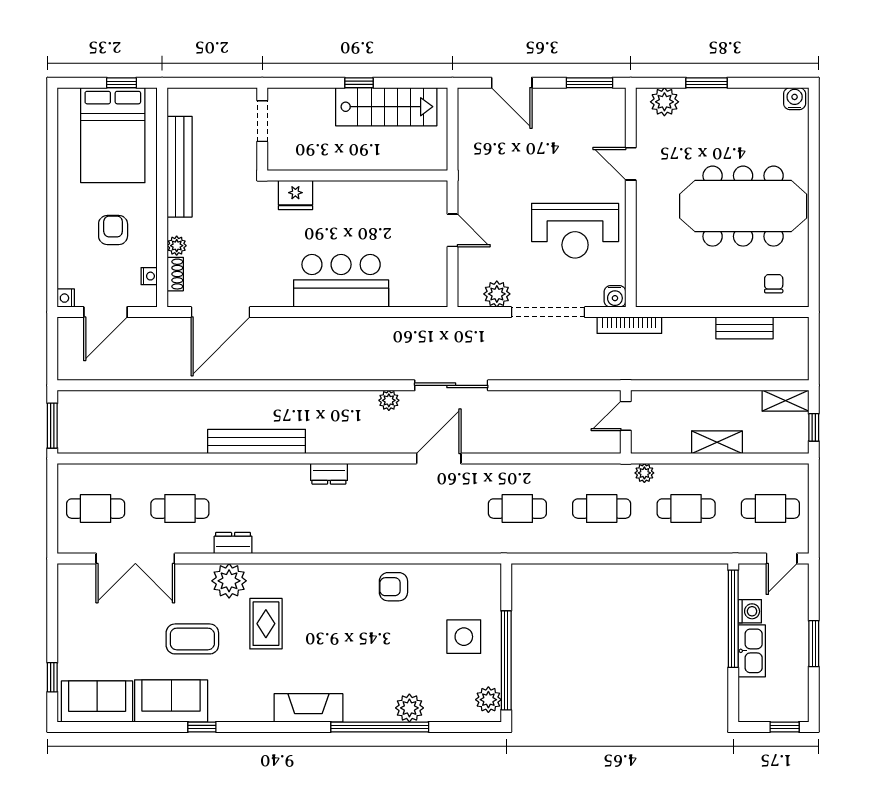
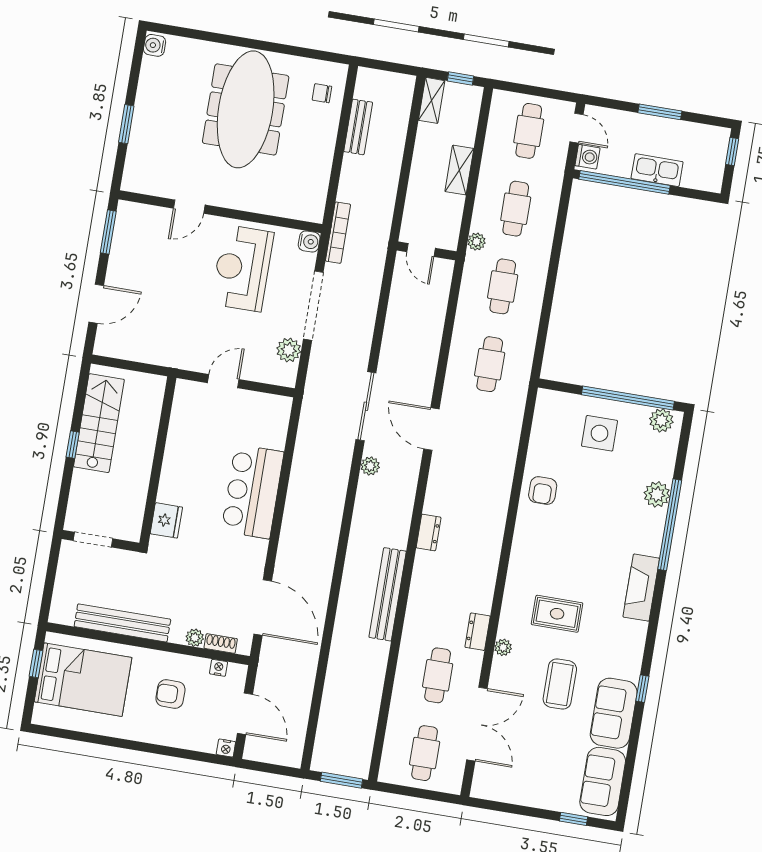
plant: (664, 102) -> (137, 166), removed
reception desk: (575, 231) -> (242, 268), turned 180
plant: (229, 581) -> (503, 647), width x0.53, depth x0.53
washing machine: (750, 611) -> (587, 157), moved, turned 90

